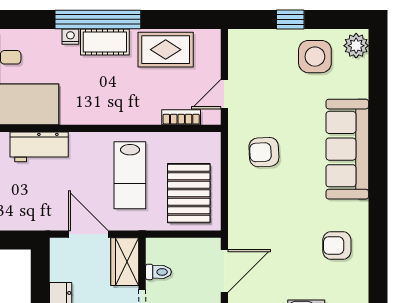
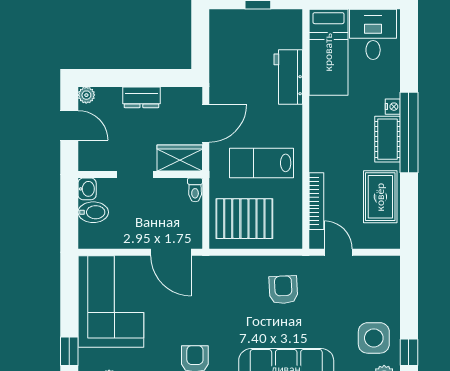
window: (290, 19) -> (409, 352), moved
bookcase: (181, 117) -> (316, 201), width x1.56
toilet: (158, 272) -> (195, 190), moved

